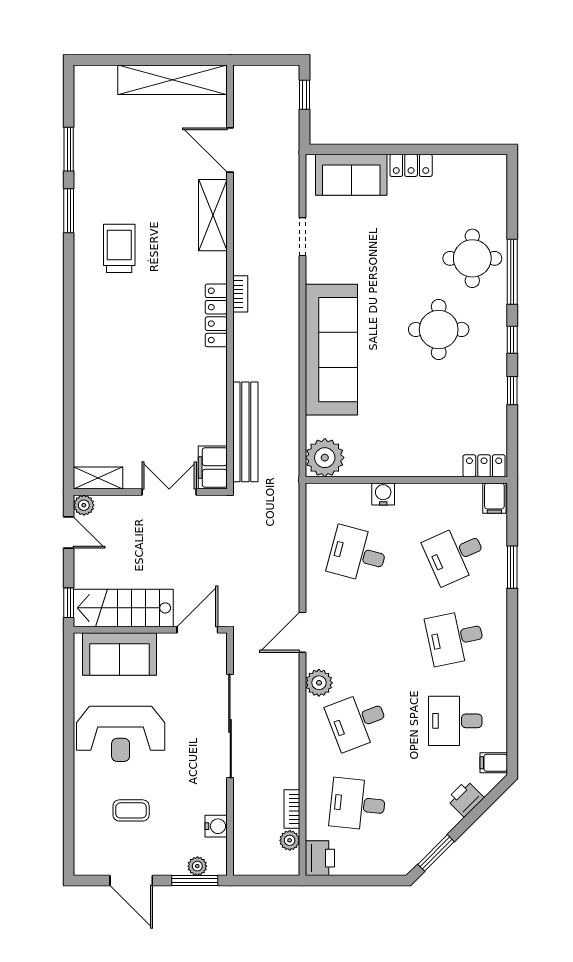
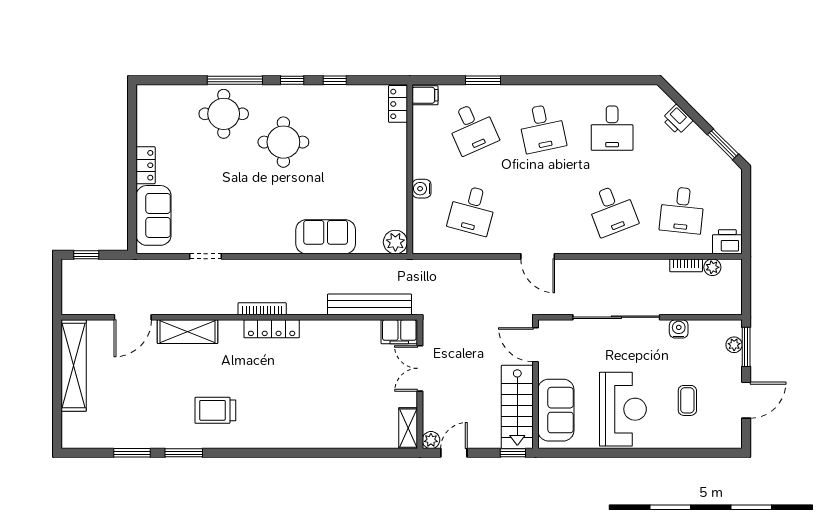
bookcase: (240, 294) -> (262, 309), width x1.56
sofa: (331, 350) -> (326, 237), width x0.54, depth x0.79
plant: (325, 458) -> (395, 242), width x0.73, depth x0.73
plant: (319, 683) -> (580, 243), removed
filing cabinet: (494, 763) -> (647, 96), removed
water cooler: (216, 826) -> (679, 329), moved

